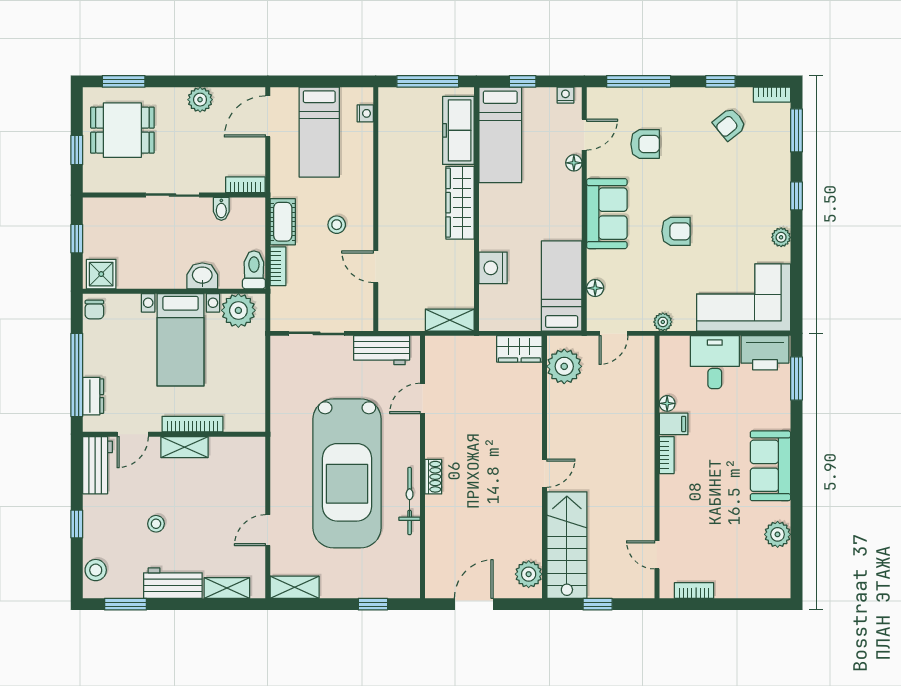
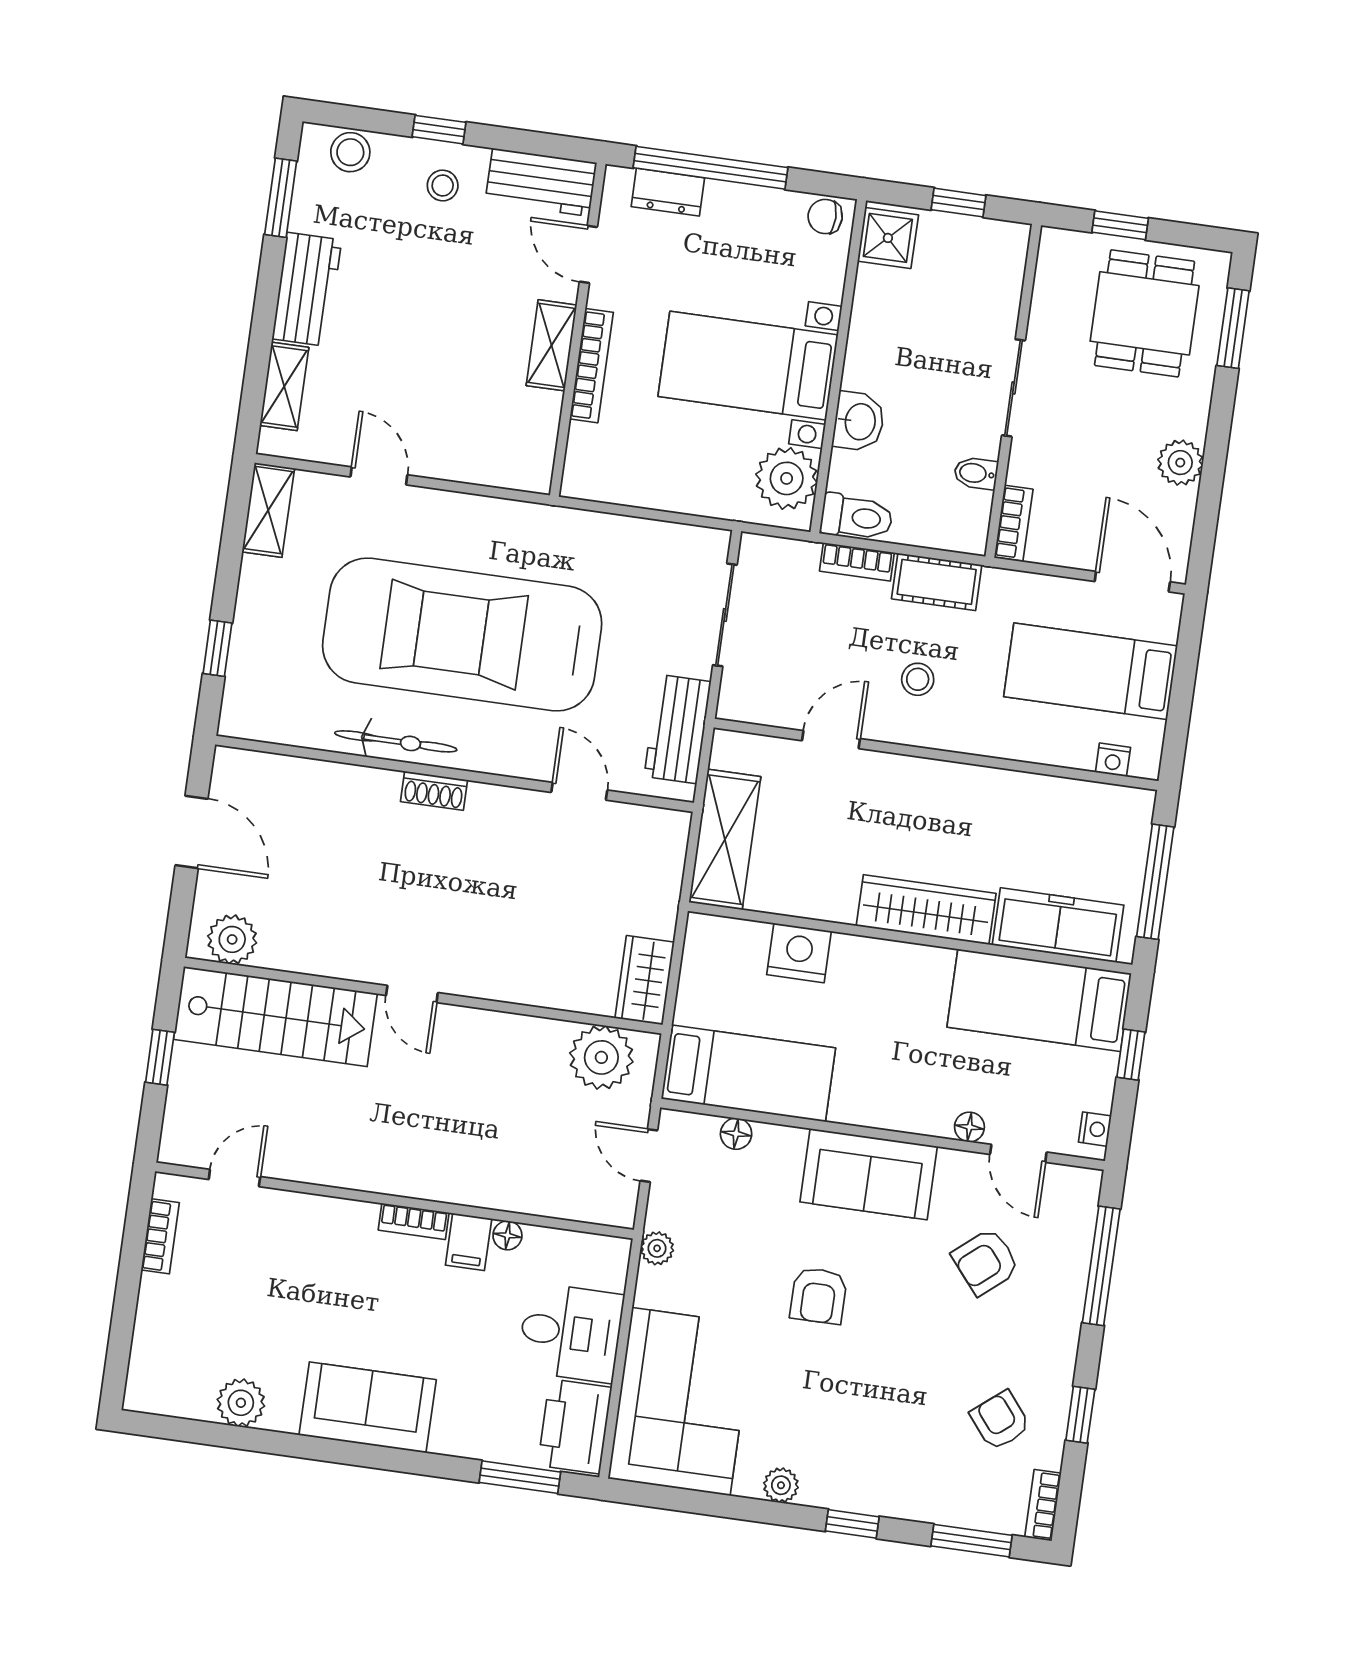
armchair: (645, 144) -> (986, 1262), turned 50
shelving: (450, 320) -> (725, 840), width x1.50, depth x1.33
stool: (156, 524) -> (443, 185), moved

